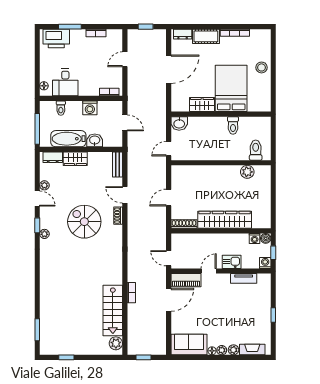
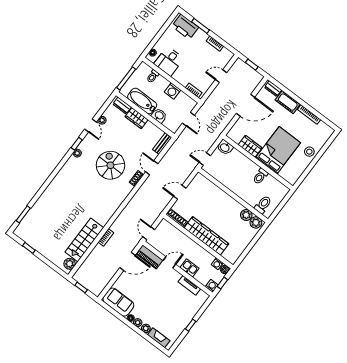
plant: (262, 172) -> (256, 222), added

